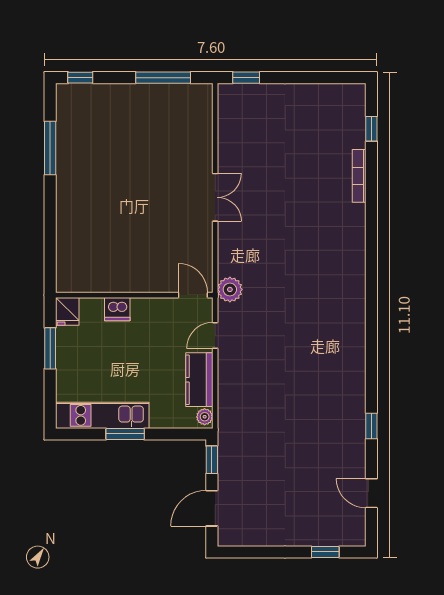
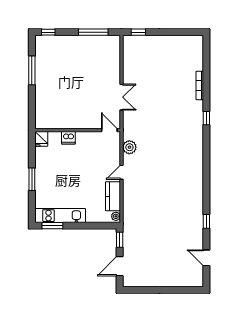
window: (371, 129) -> (206, 118), moved
wall: (134, 295) -> (78, 130), moved
door: (193, 295) -> (109, 130), moved
dishwasher: (117, 309) -> (68, 138), moved
fridge: (67, 311) -> (41, 139), moved
window: (125, 434) -> (52, 226), moved
window: (325, 552) -> (181, 290), removed

